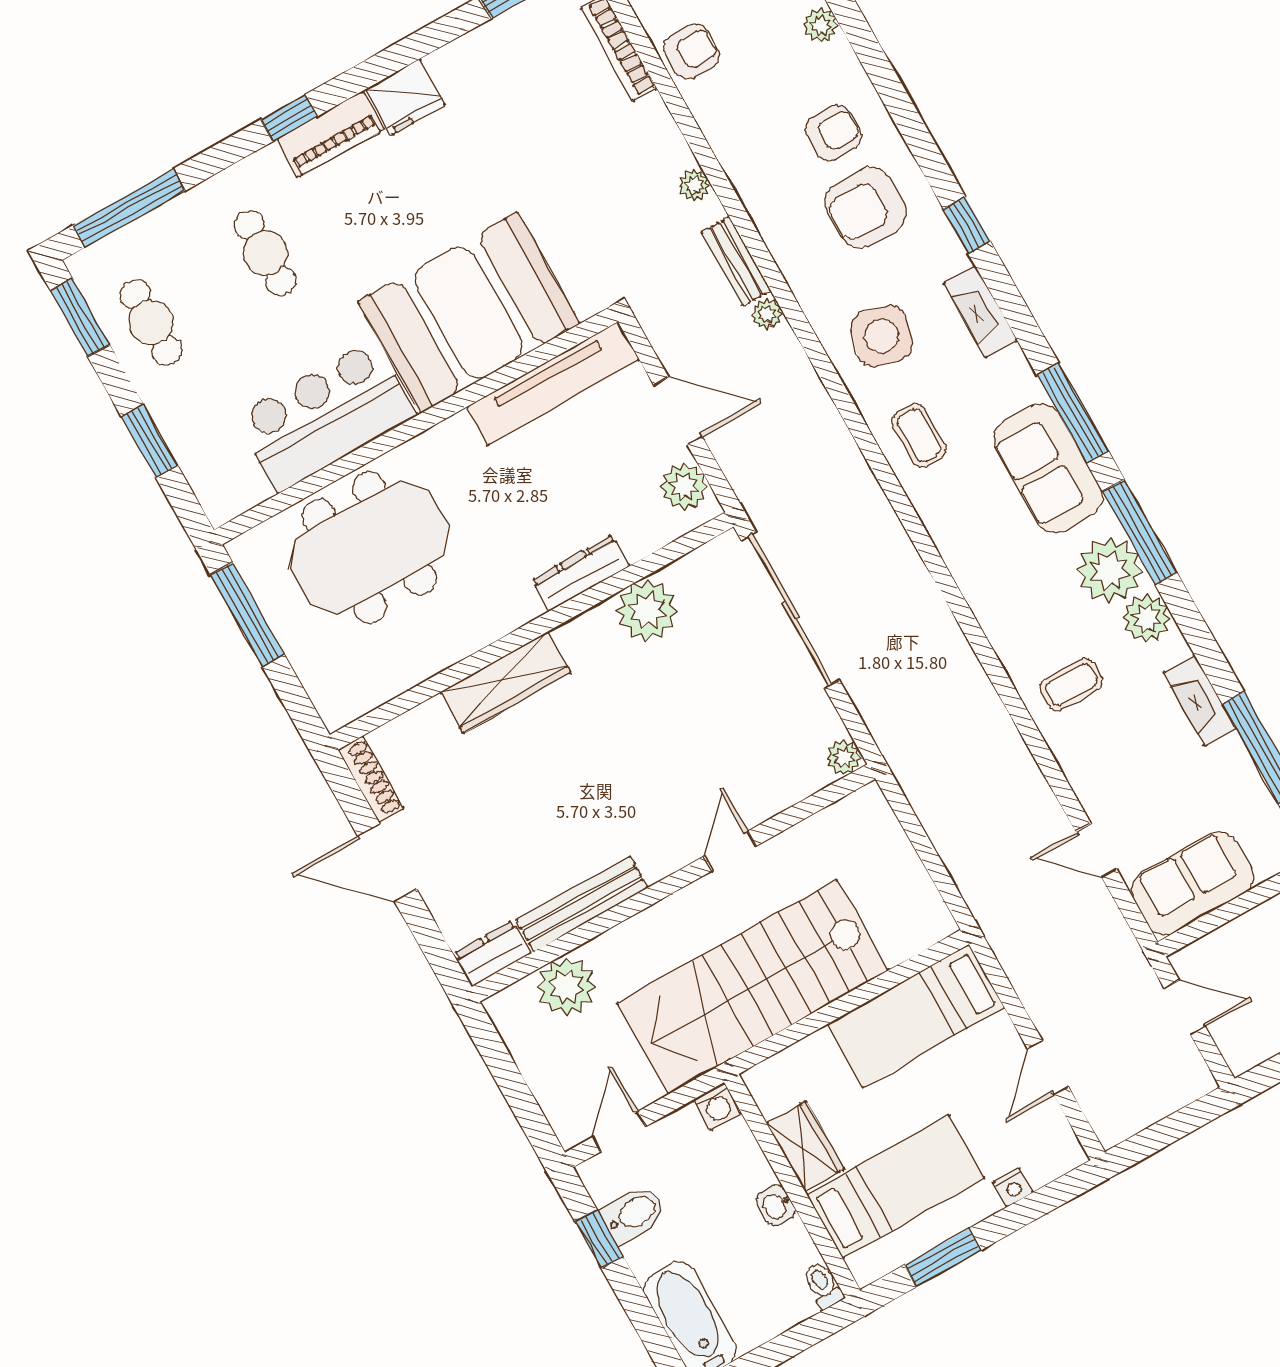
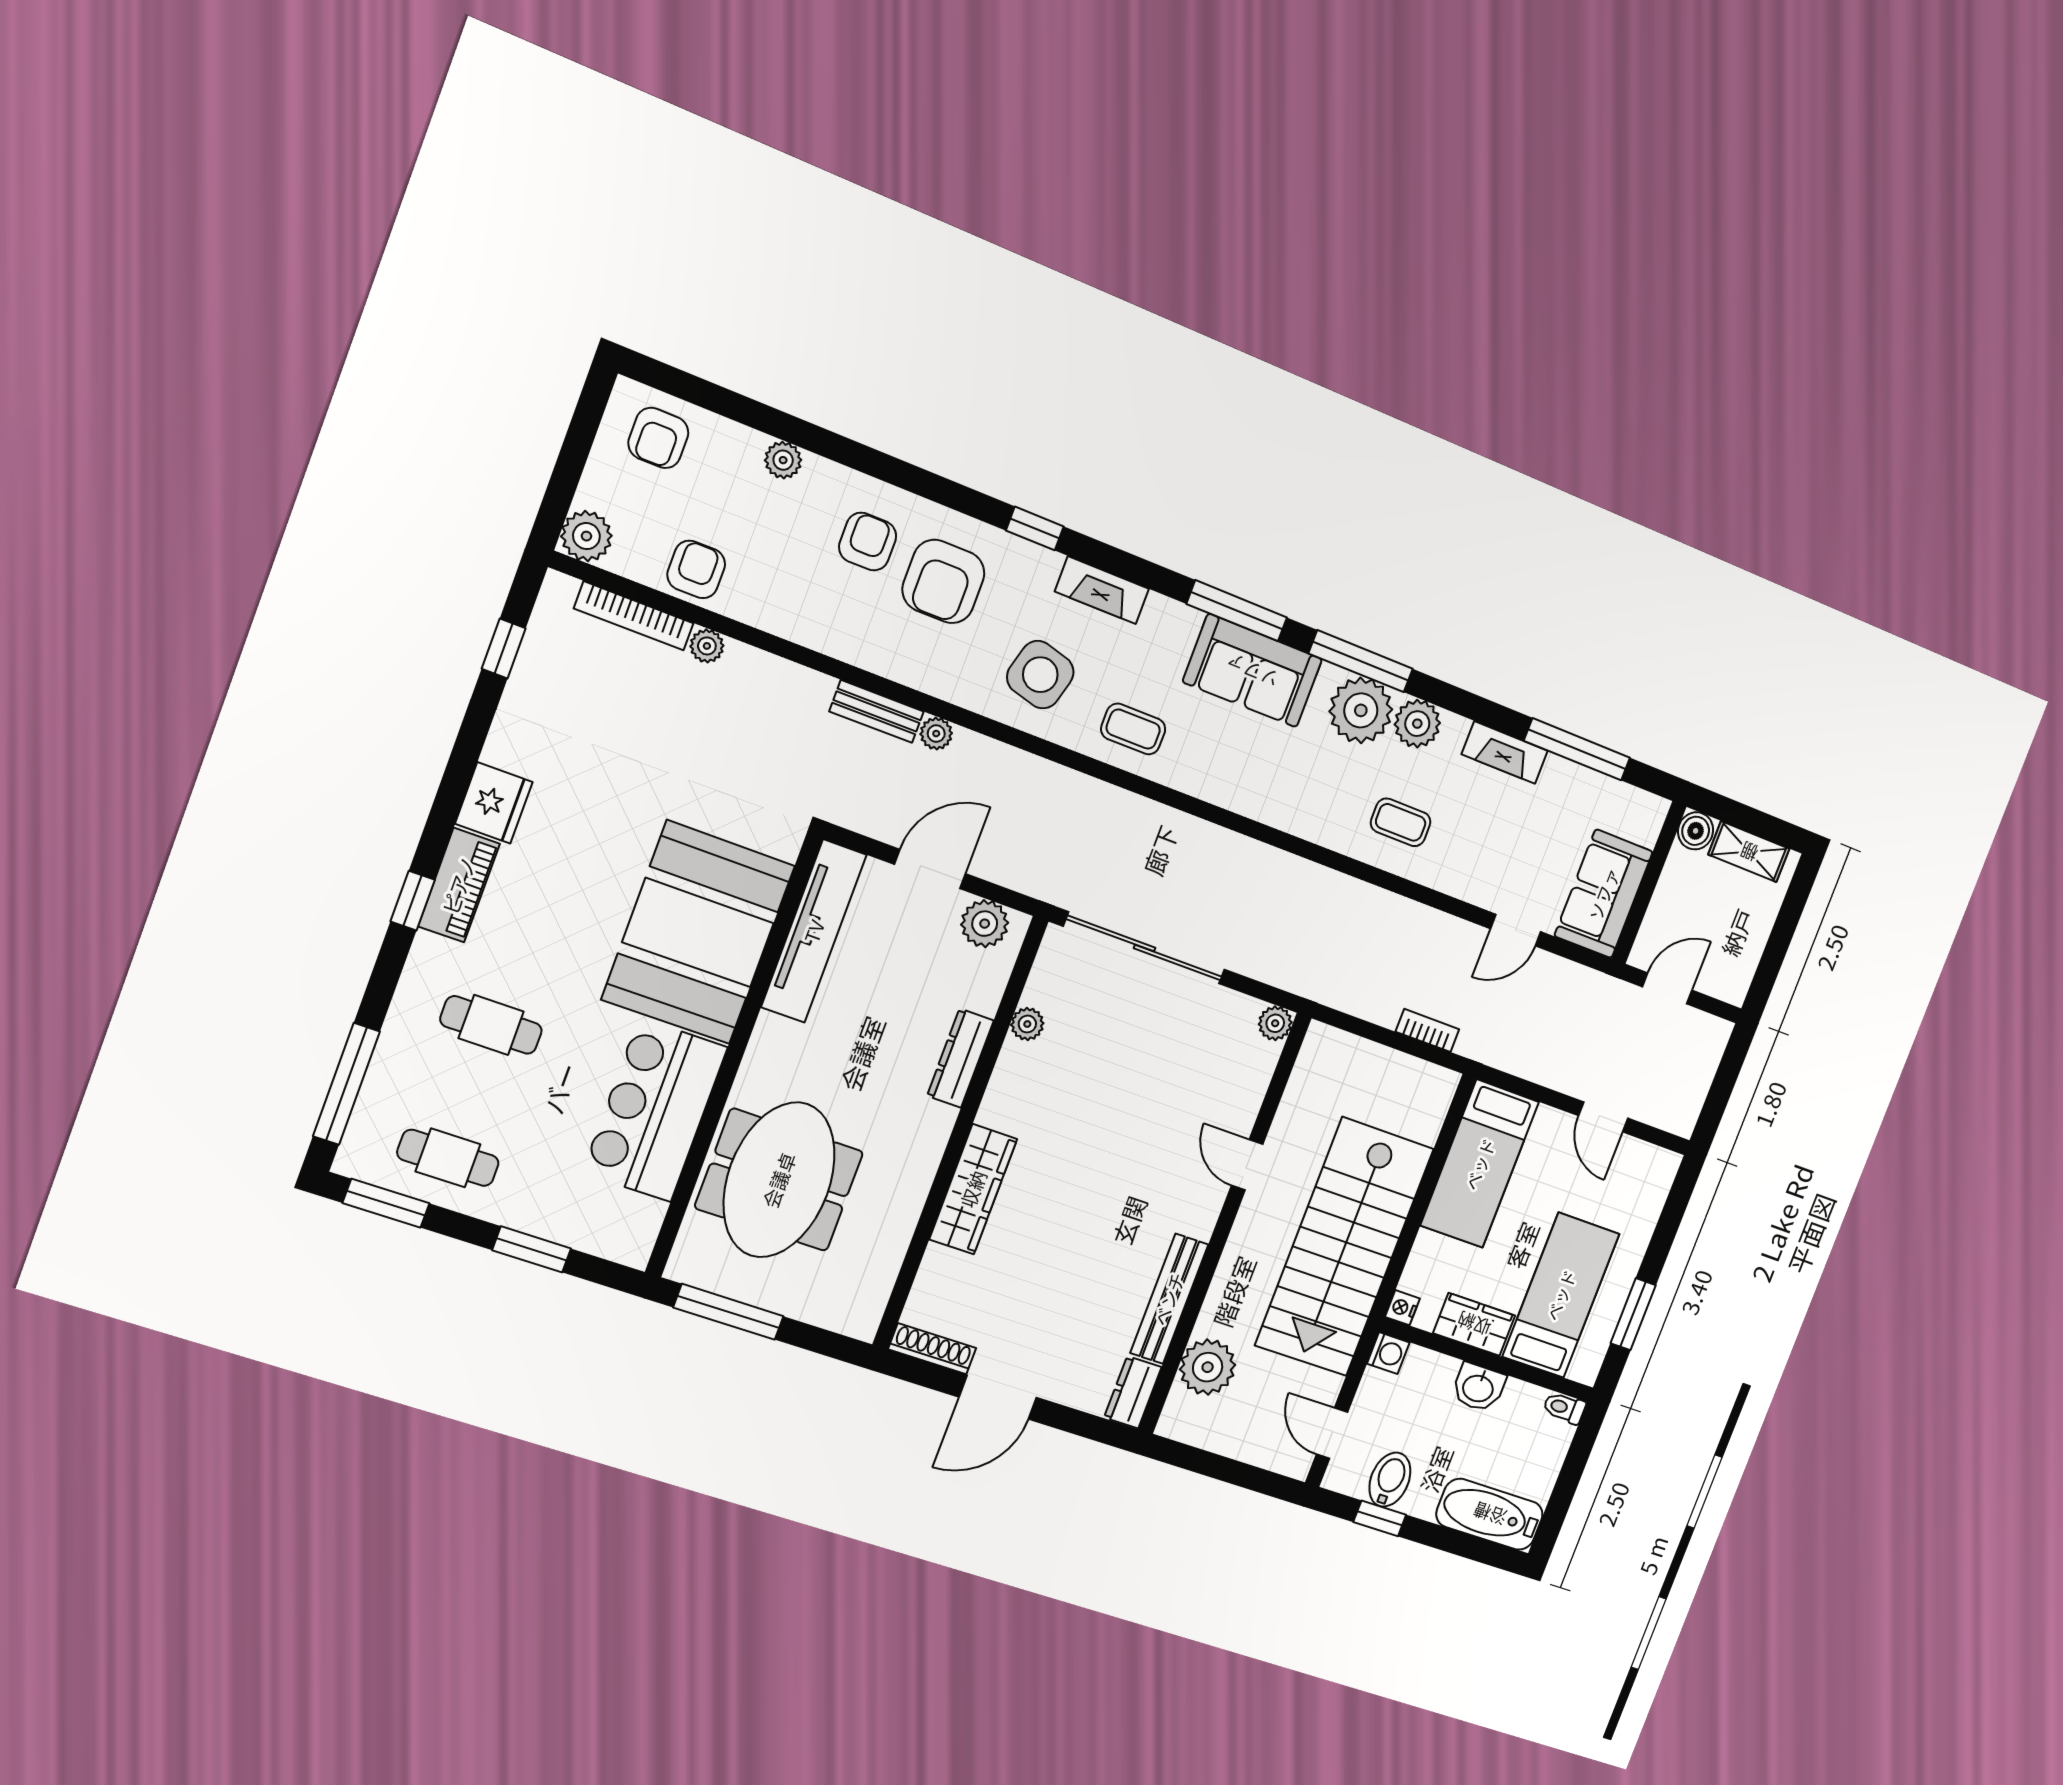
plant: (694, 185) -> (707, 646), moved
plant: (647, 611) -> (1027, 1024), width x0.53, depth x0.53
coffee table: (1071, 684) -> (1401, 822), turned 90
bookcase: (960, 869) -> (1427, 1030), added
nightstand: (1013, 1187) -> (1402, 1308), moved, turned 180
washbasin: (776, 1205) -> (1478, 1387), width x1.38, depth x1.45

